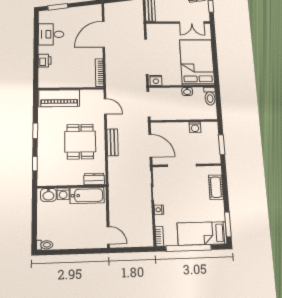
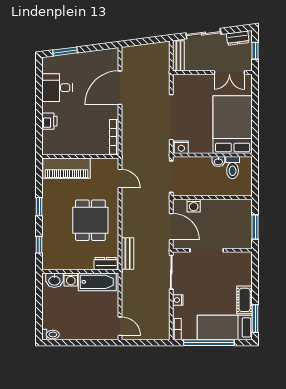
toilet: (210, 96) -> (233, 168), moved
washing machine: (195, 127) -> (194, 206), moved
bench: (113, 142) -> (128, 254), moved
cot: (216, 187) -> (245, 300), moved

